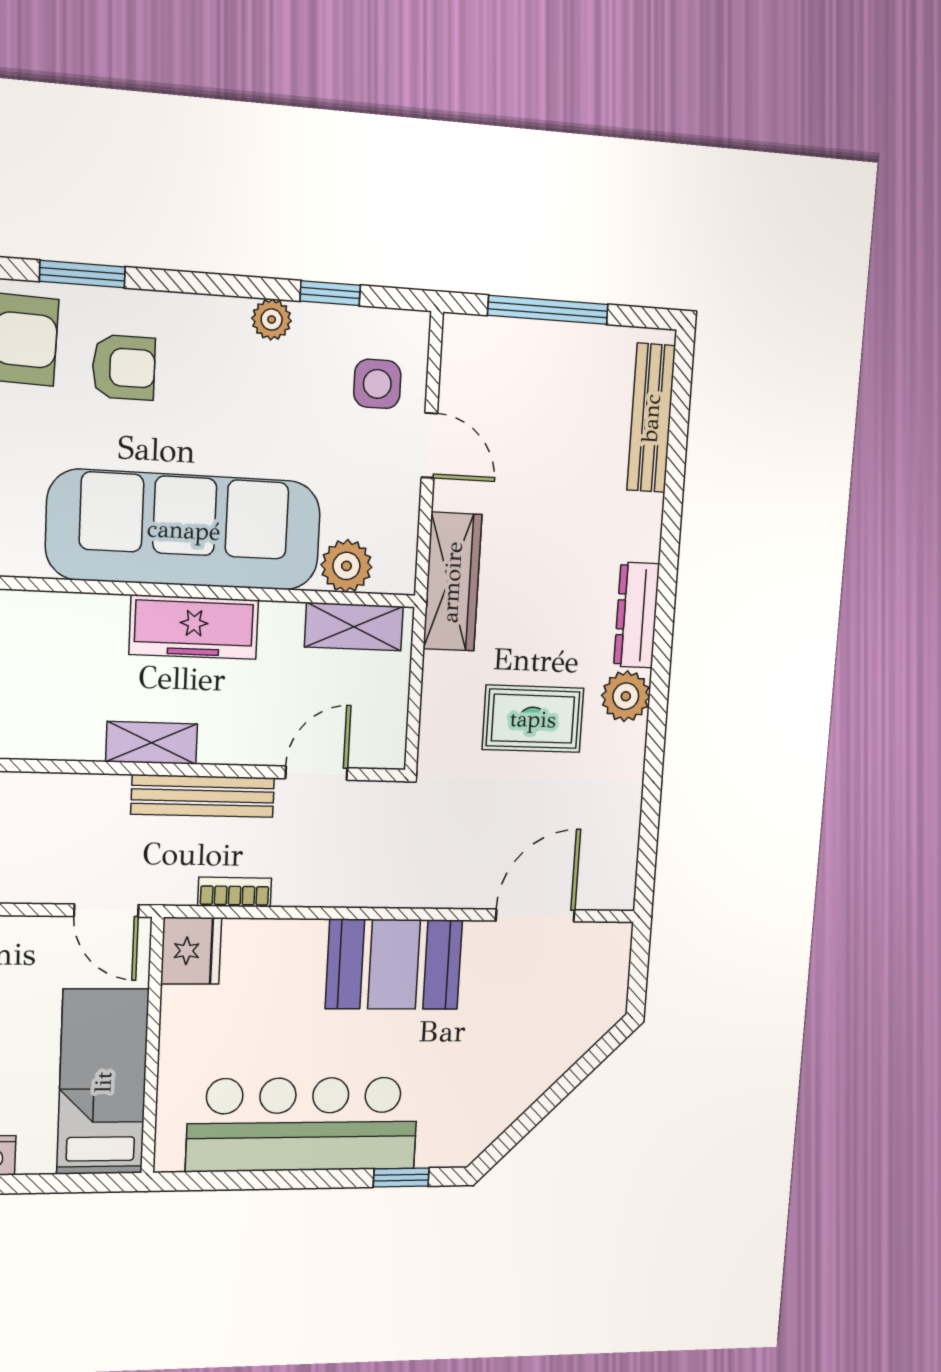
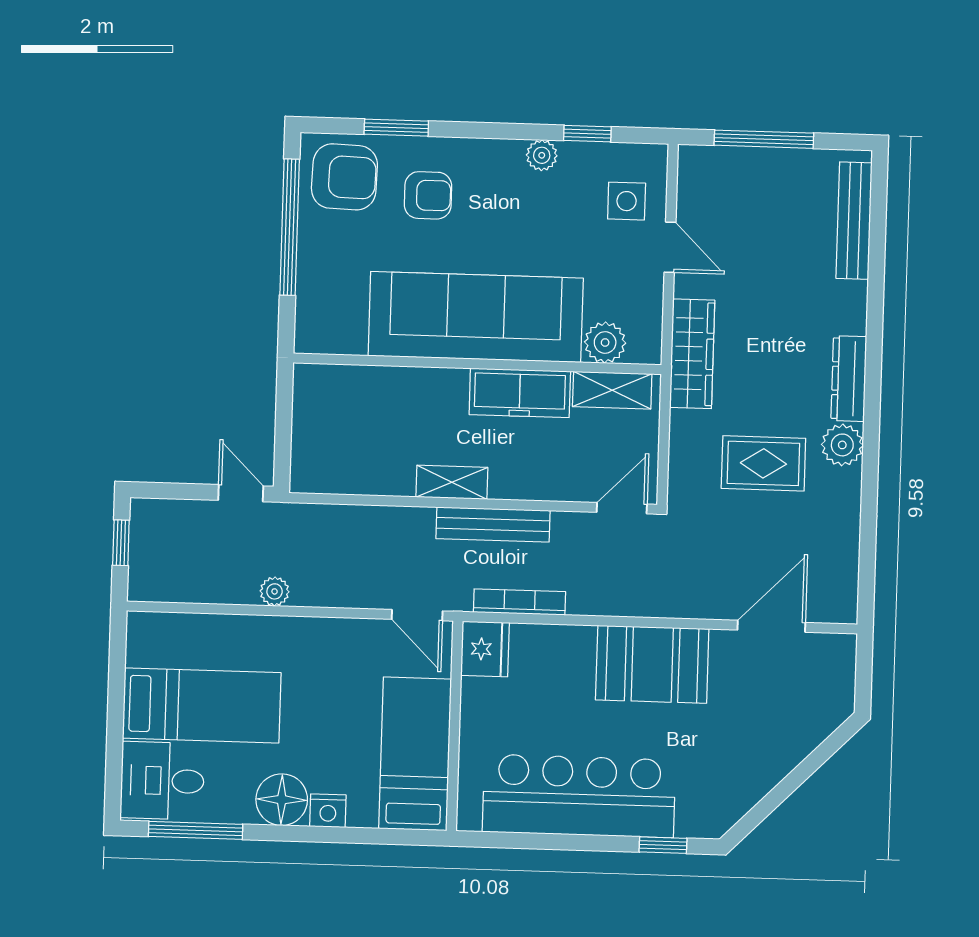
freezer: (194, 627) -> (520, 393), moved
door: (316, 773) -> (622, 508), moved
bookcase: (235, 892) -> (520, 602), width x1.56

